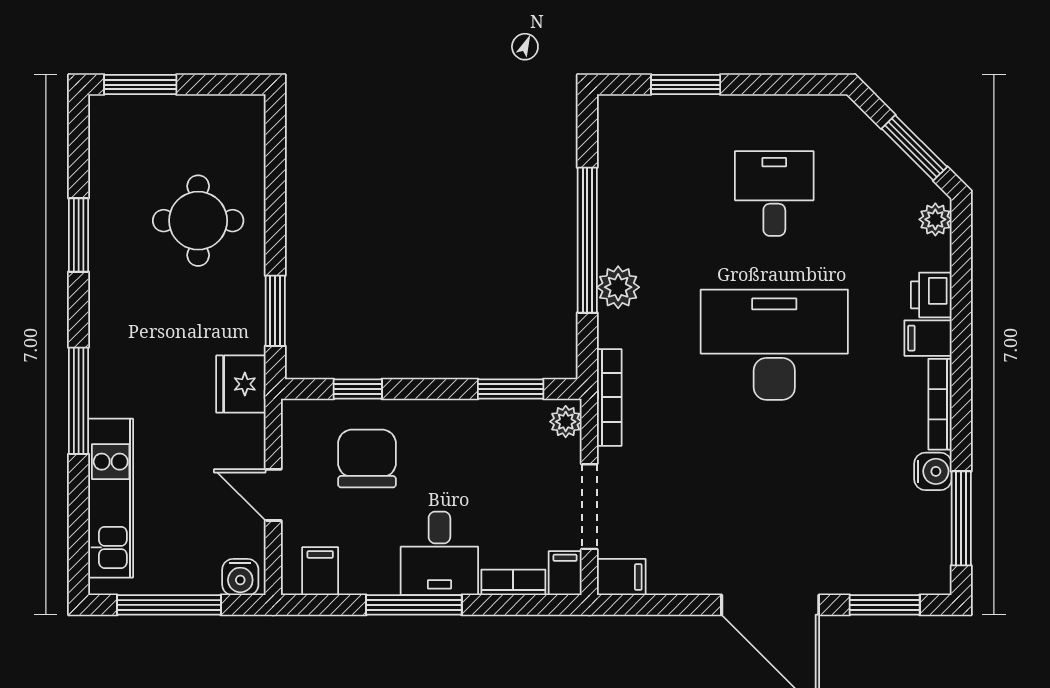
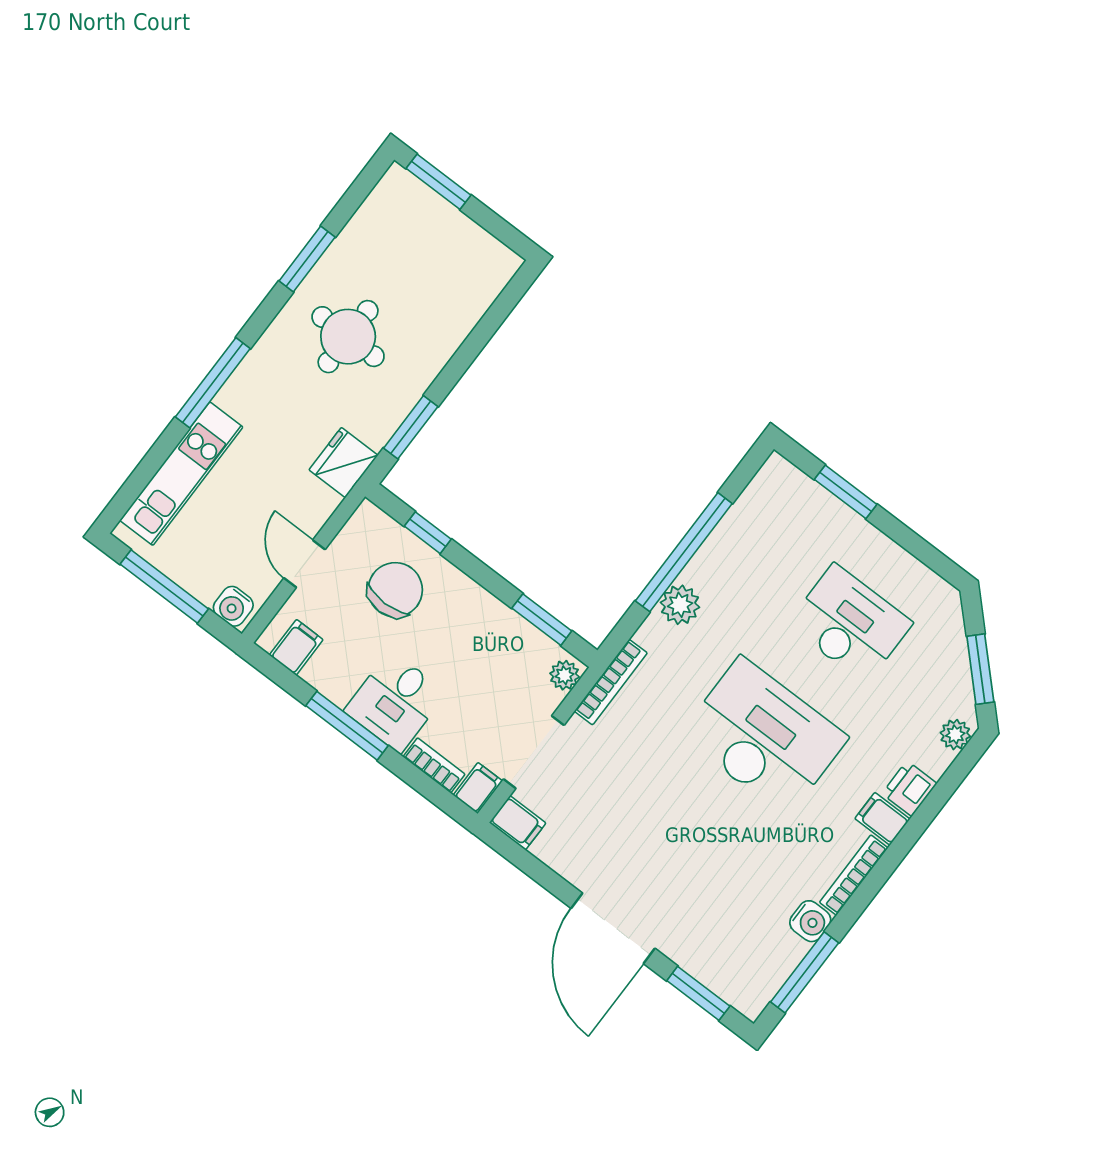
desk: (774, 194) -> (850, 624), width x1.37
round table: (198, 221) -> (348, 337), moved

